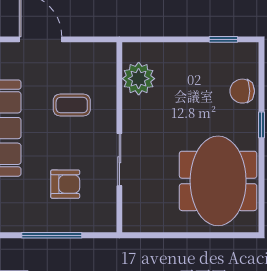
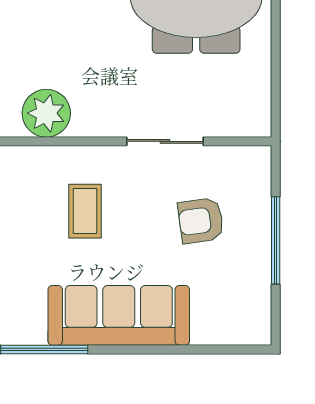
armchair: (65, 184) -> (201, 221), turned -98

